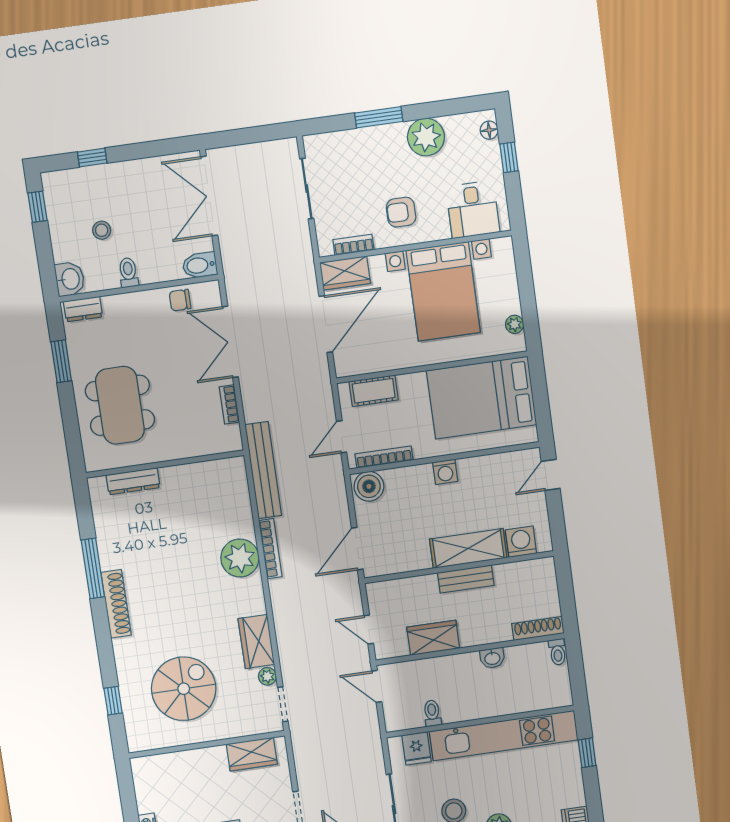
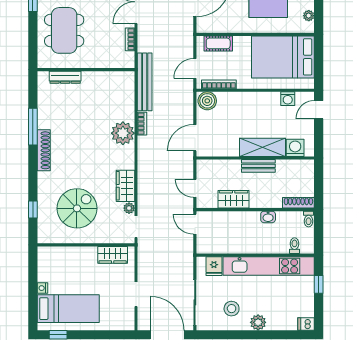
washing machine: (445, 472) -> (288, 99), moved
bookcase: (270, 549) -> (142, 124), width x0.64
toilet: (432, 713) -> (294, 246), moved

